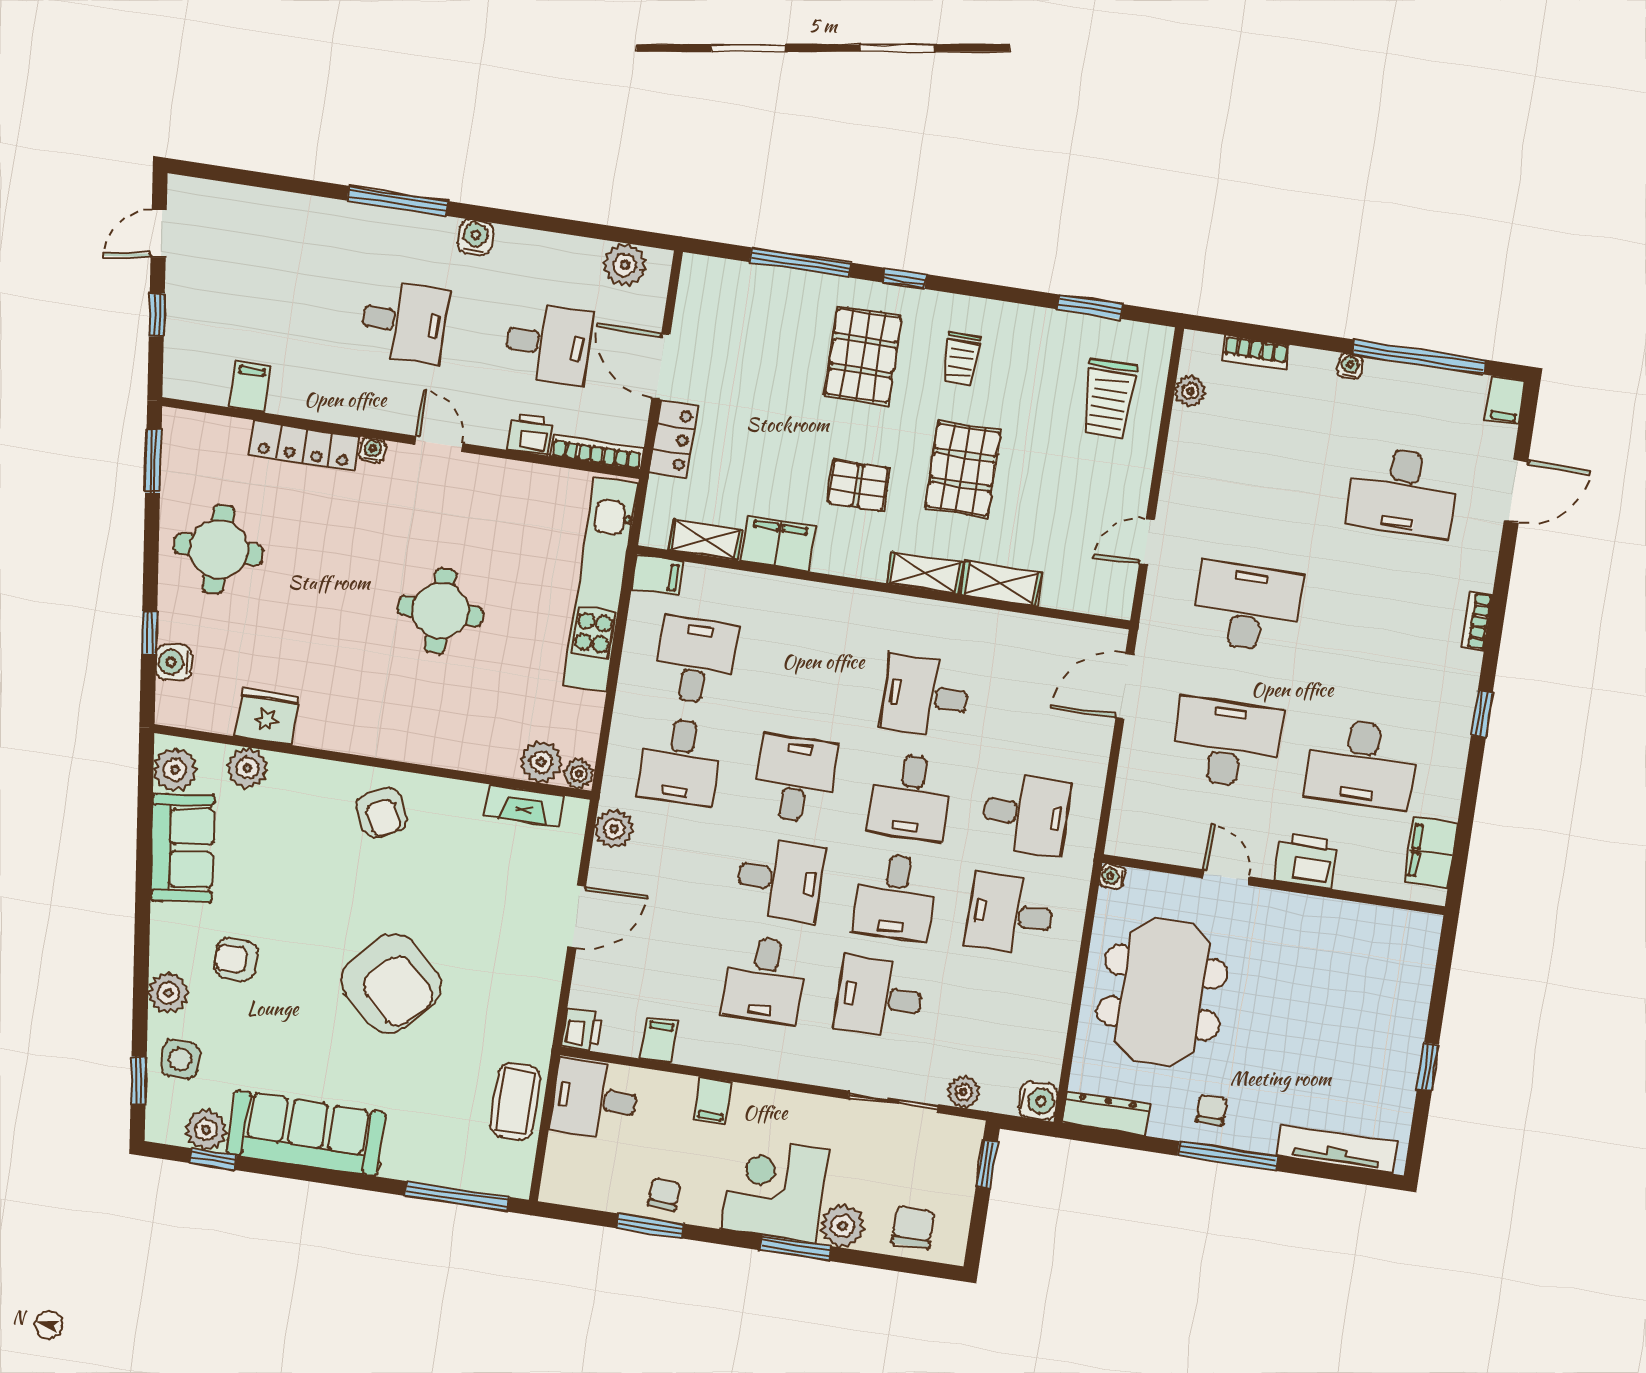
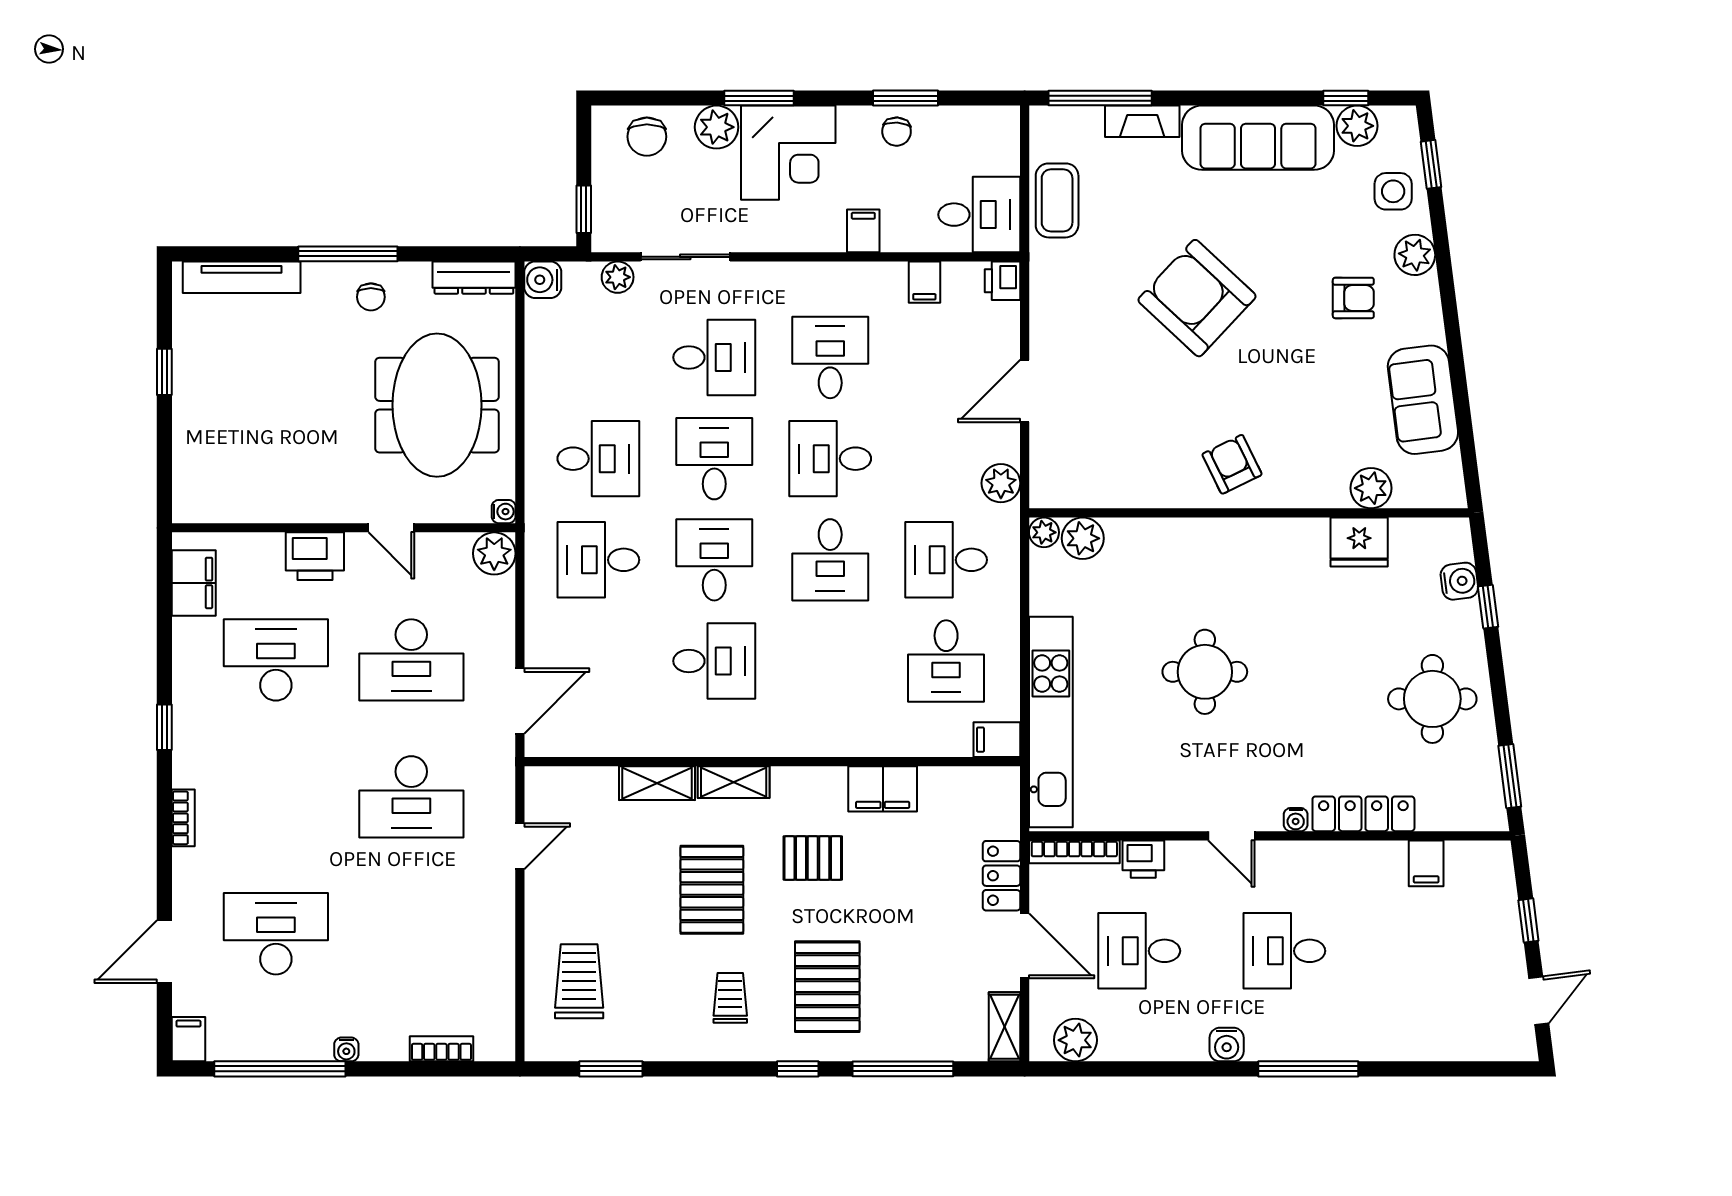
plant: (1190, 391) -> (494, 553), moved, width x1.38, depth x1.38
shelving: (706, 540) -> (1005, 1027), moved, turned 90
desk: (680, 761) -> (946, 560), turned -90
plant: (175, 770) -> (1442, 476), removed
fireplace: (524, 806) -> (1142, 121), moved, turned 180

